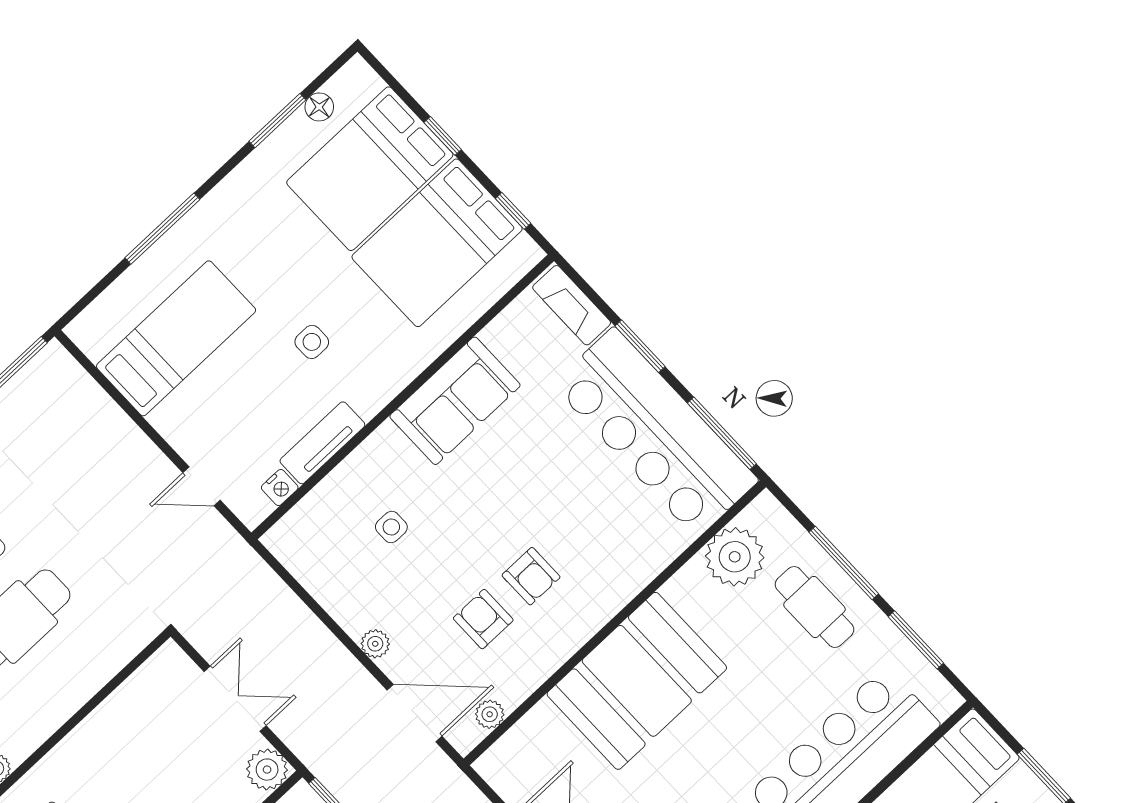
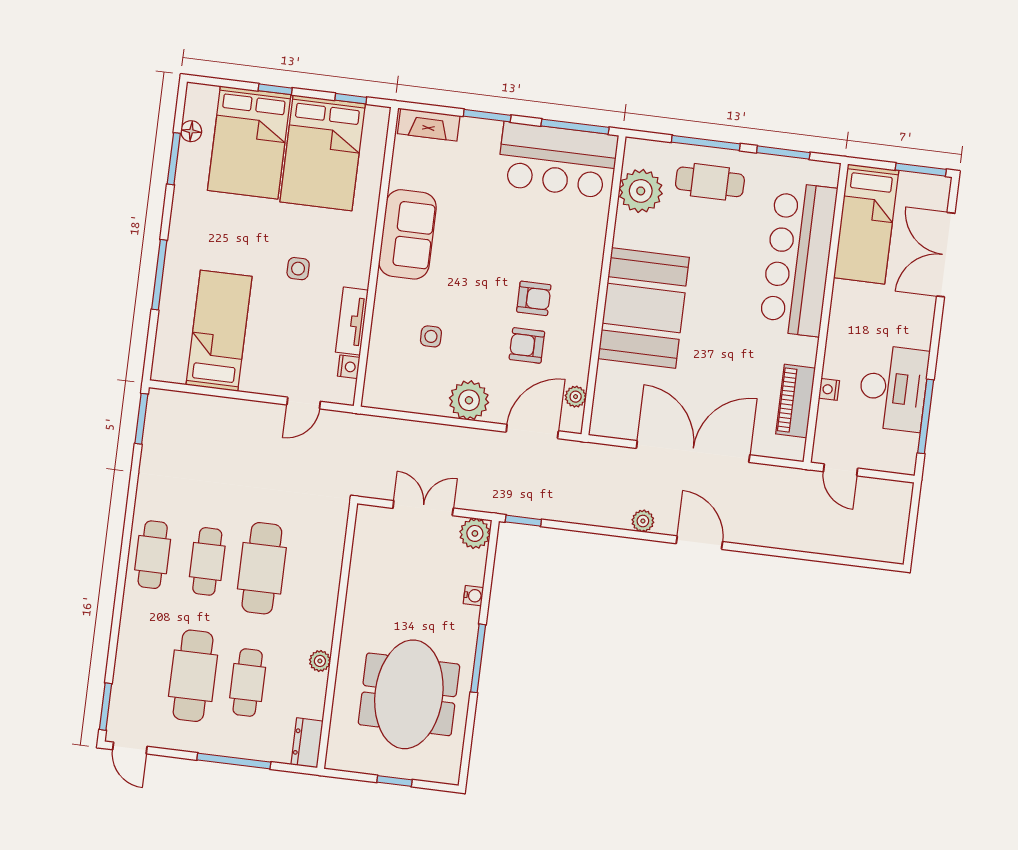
bar counter: (655, 432) -> (558, 160), width x0.73
plant: (375, 644) -> (469, 400), width x1.88, depth x1.88

